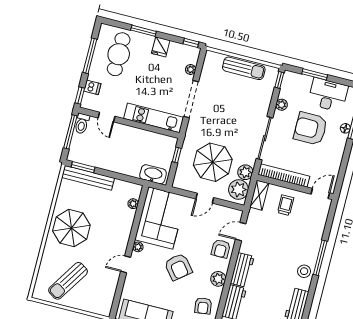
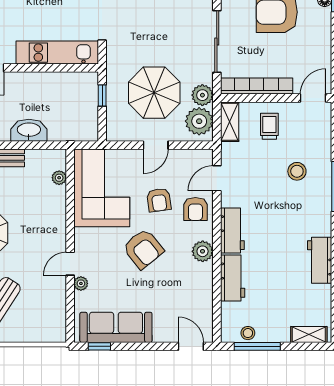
washbasin: (153, 174) -> (29, 130), moved
plant: (138, 247) -> (81, 283), moved
stool: (304, 271) -> (297, 171), moved
armchair: (203, 306) -> (159, 200), moved

